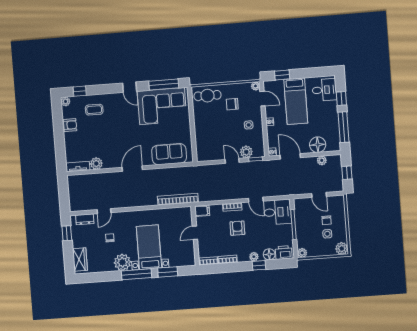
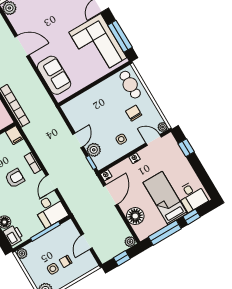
door: (262, 99) -> (154, 140), swing flipped
bed: (296, 101) -> (165, 198), moved, turned 90
plant: (322, 160) -> (130, 242), moved

